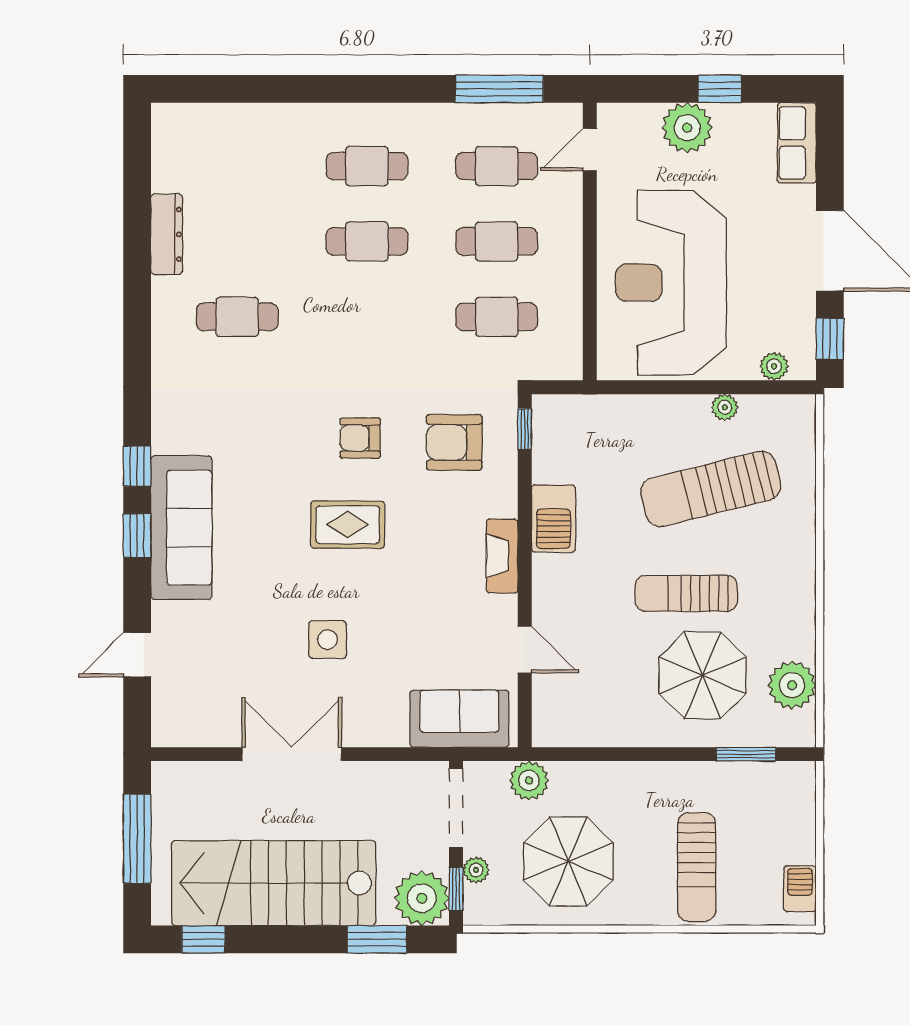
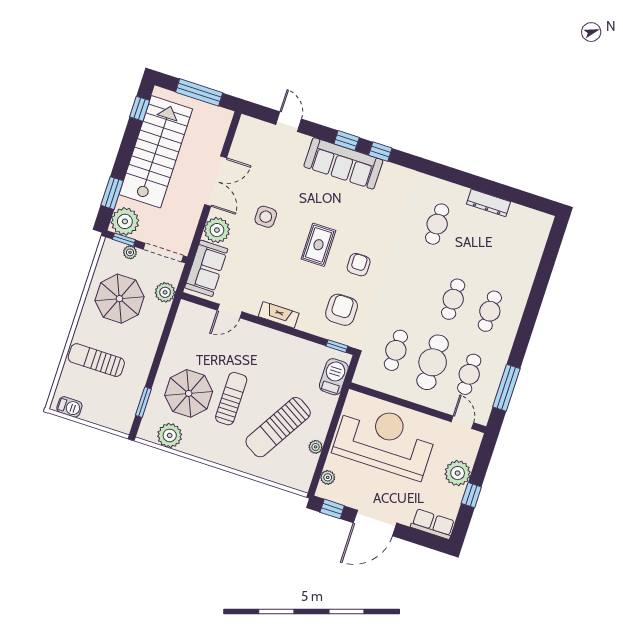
cafe table: (497, 241) -> (433, 362), width x1.37, depth x1.35
sun lounger: (711, 489) -> (278, 427), turned -135
barbecue: (554, 519) -> (334, 377), moved, turned 90
plant: (382, 722) -> (217, 230), added

